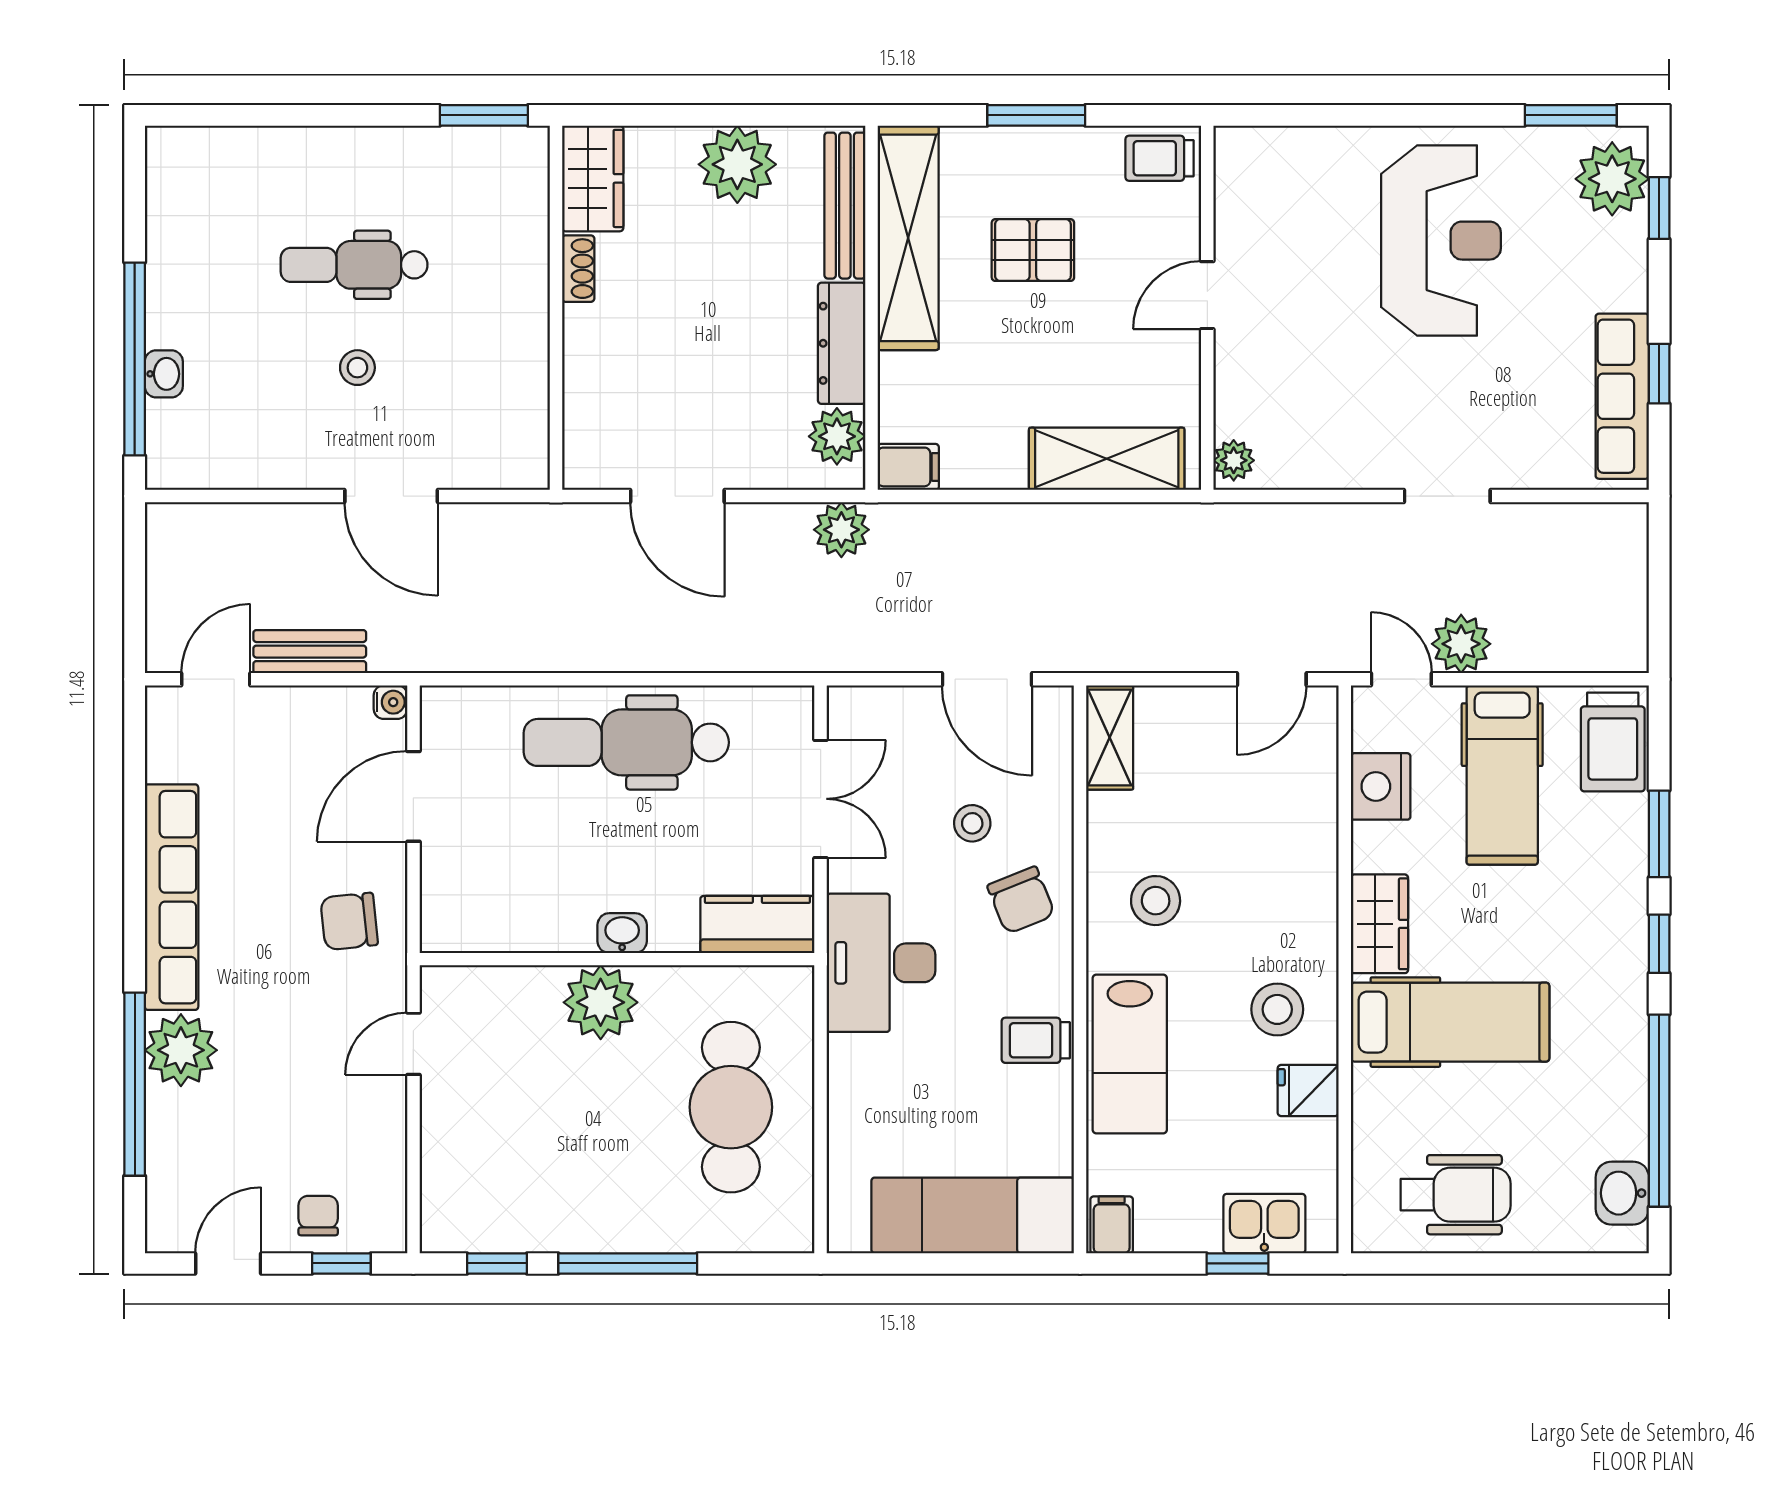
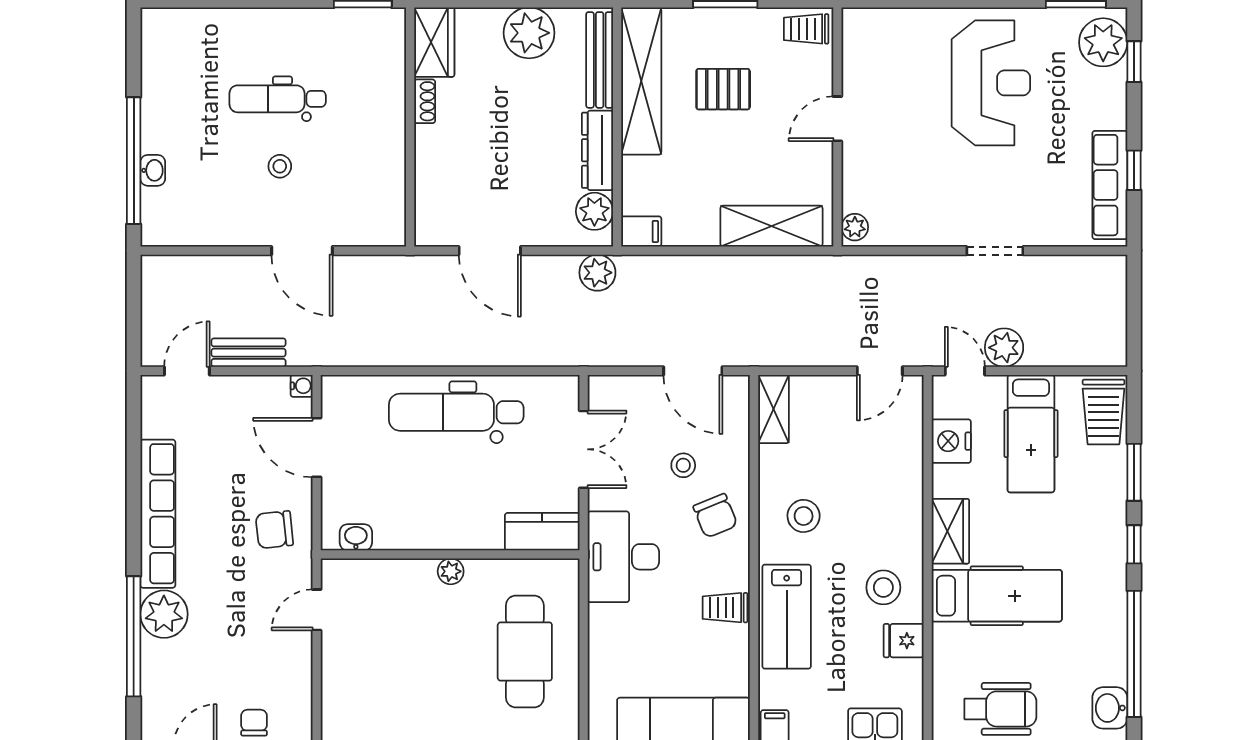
door: (413, 796) -> (317, 448), hinge flipped
washbasin: (622, 933) -> (356, 537), moved
plant: (601, 1002) -> (451, 571), width x0.53, depth x0.53

